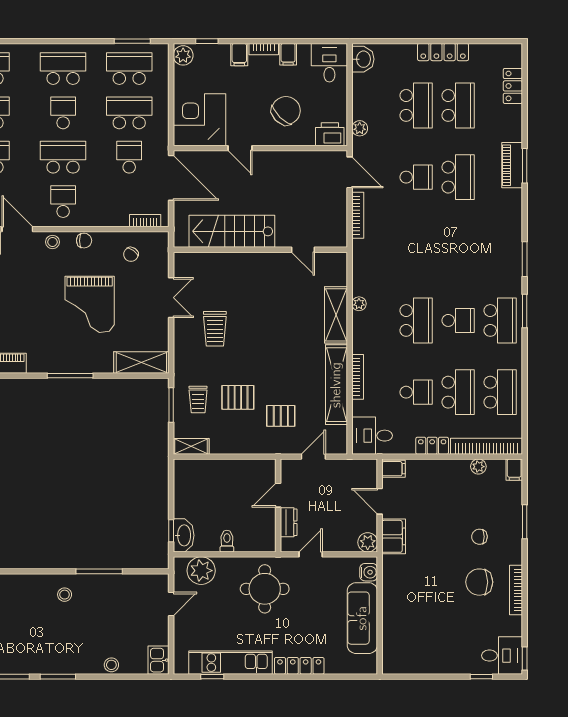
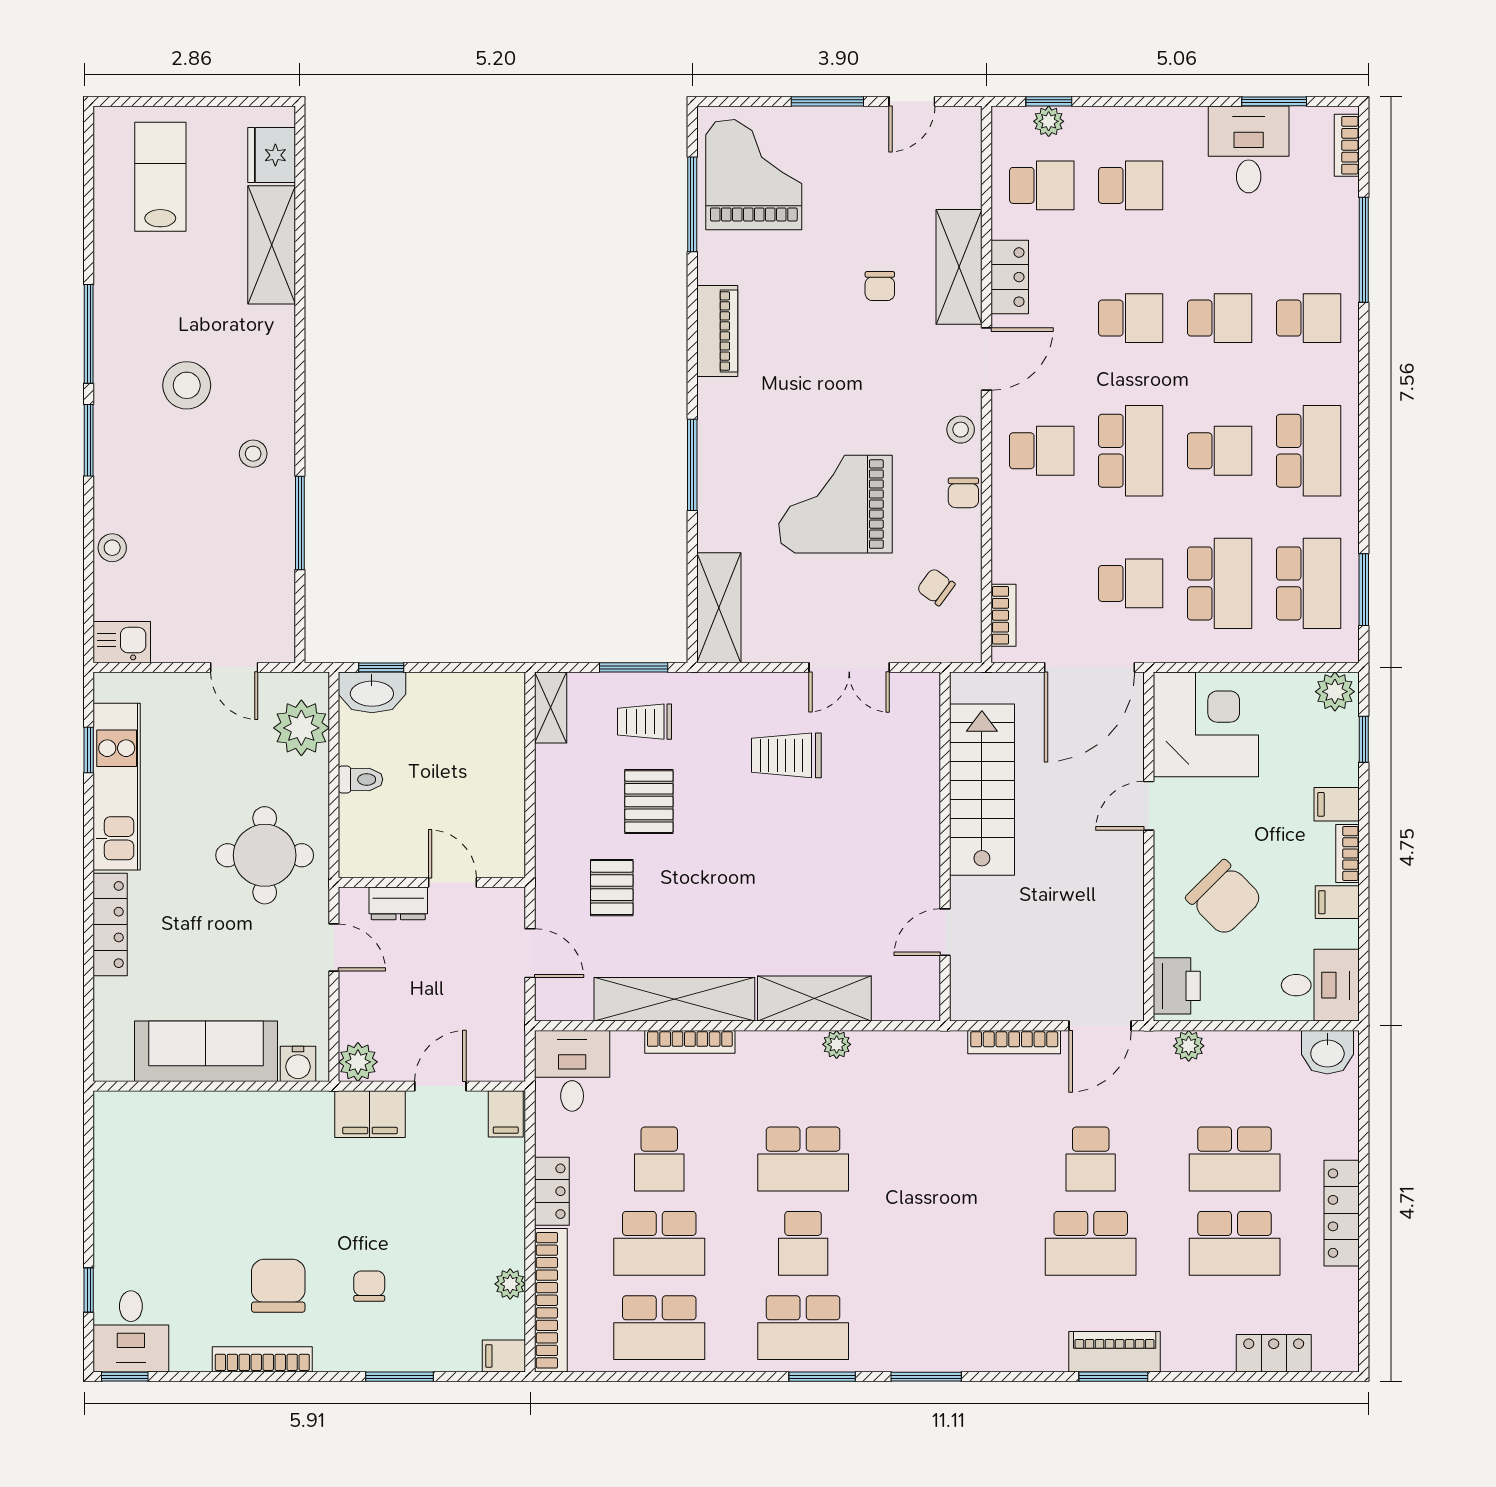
stool: (30, 628) -> (187, 385), added

